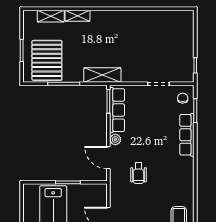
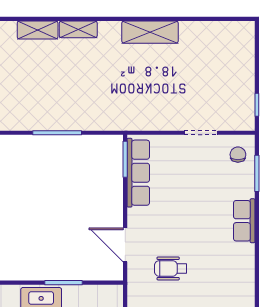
pallet: (47, 60) -> (32, 97), removed
shelving: (102, 75) -> (150, 32), moved
row of seats: (187, 135) -> (244, 221), width x0.68
plant: (115, 139) -> (135, 217), removed
wheelchair: (138, 173) -> (171, 268), turned 90

